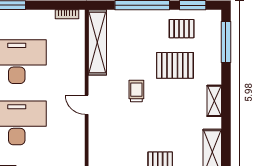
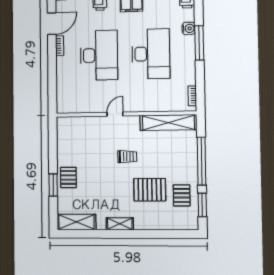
window: (226, 42) -> (170, 234), removed
pallet: (175, 65) -> (150, 190), turned 90

